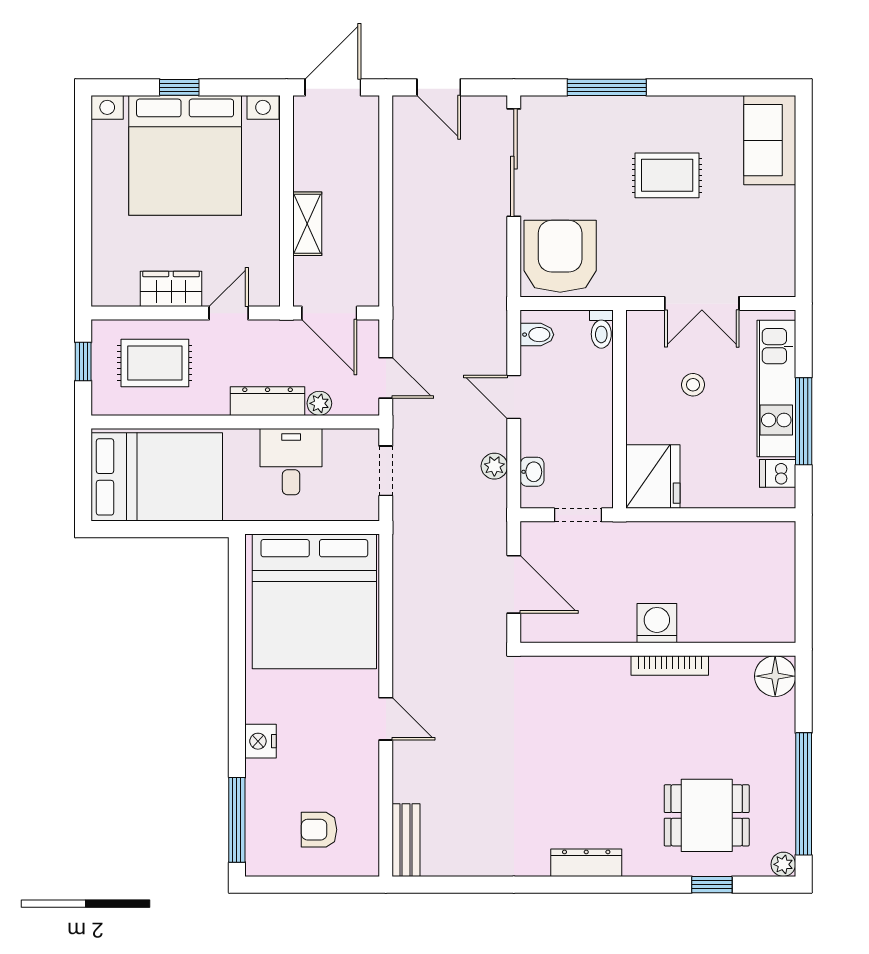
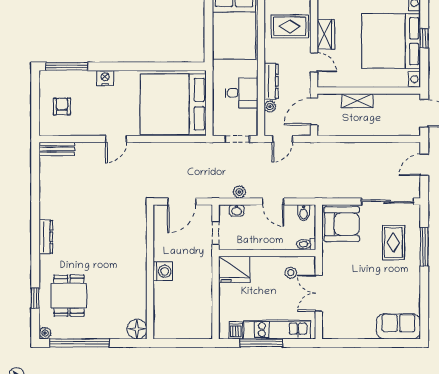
rug: (667, 175) -> (393, 243), moved
rug: (155, 363) -> (290, 26), turned 90
stool: (693, 385) -> (291, 273), moved
door: (514, 397) -> (273, 202), swing flipped
bookcase: (670, 666) -> (142, 278), removed

